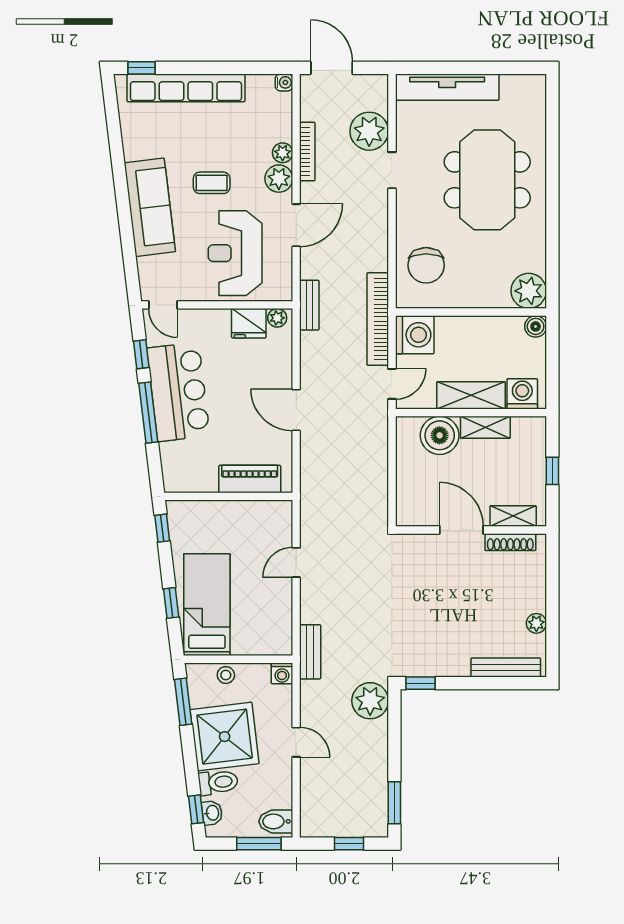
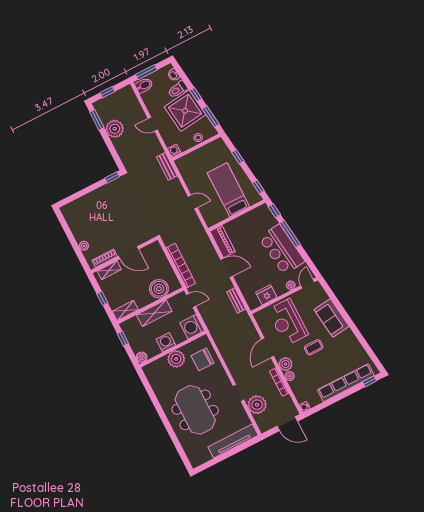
sofa: (150, 207) -> (332, 318), width x0.73
reception desk: (235, 253) -> (288, 322), turned 180
chair: (426, 265) -> (203, 359), turned -90
plant: (529, 291) -> (176, 359), moved
door: (163, 305) -> (308, 284), hinge flipped
bench: (309, 305) -> (236, 300), moved
plant: (277, 318) -> (291, 285), moved
bookcase: (378, 319) -> (181, 266), moved
window: (141, 354) -> (274, 211), moved
window: (552, 378) -> (123, 339), added
door: (392, 384) -> (191, 300), swing flipped
washing machine: (522, 394) -> (166, 342), moved, turned 180
shelving: (485, 427) -> (125, 310), moved
piano: (250, 479) -> (223, 242), moved, turned -90
door: (296, 562) -> (193, 202), hinge flipped
bed: (207, 605) -> (228, 190), moved, turned 180
plant: (536, 623) -> (84, 246), moved
bench: (506, 667) -> (79, 203), removed
plant: (370, 701) -> (115, 129), moved
window: (196, 809) -> (196, 95), moved

